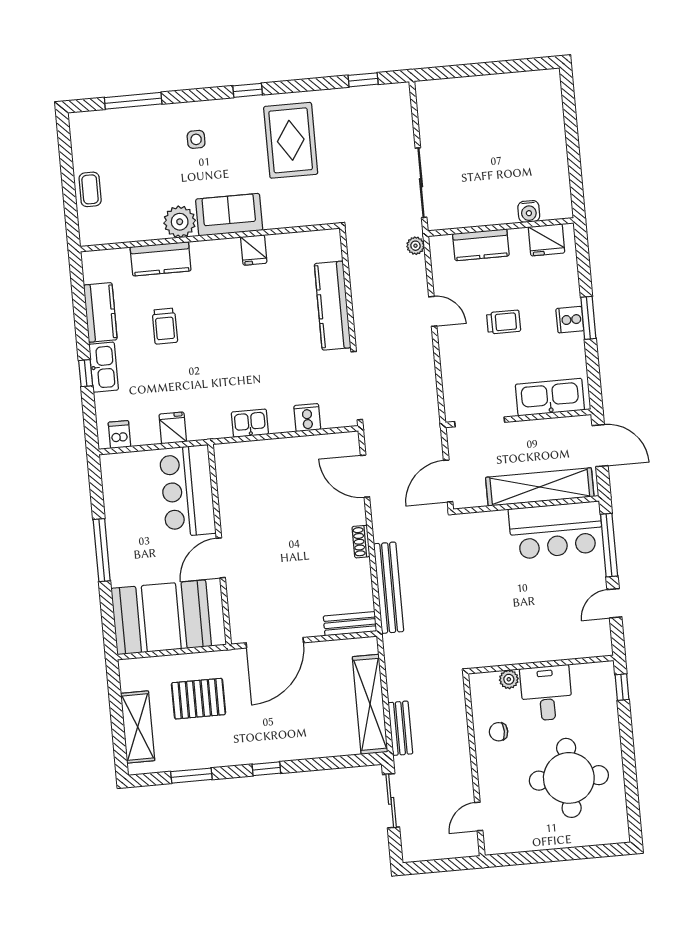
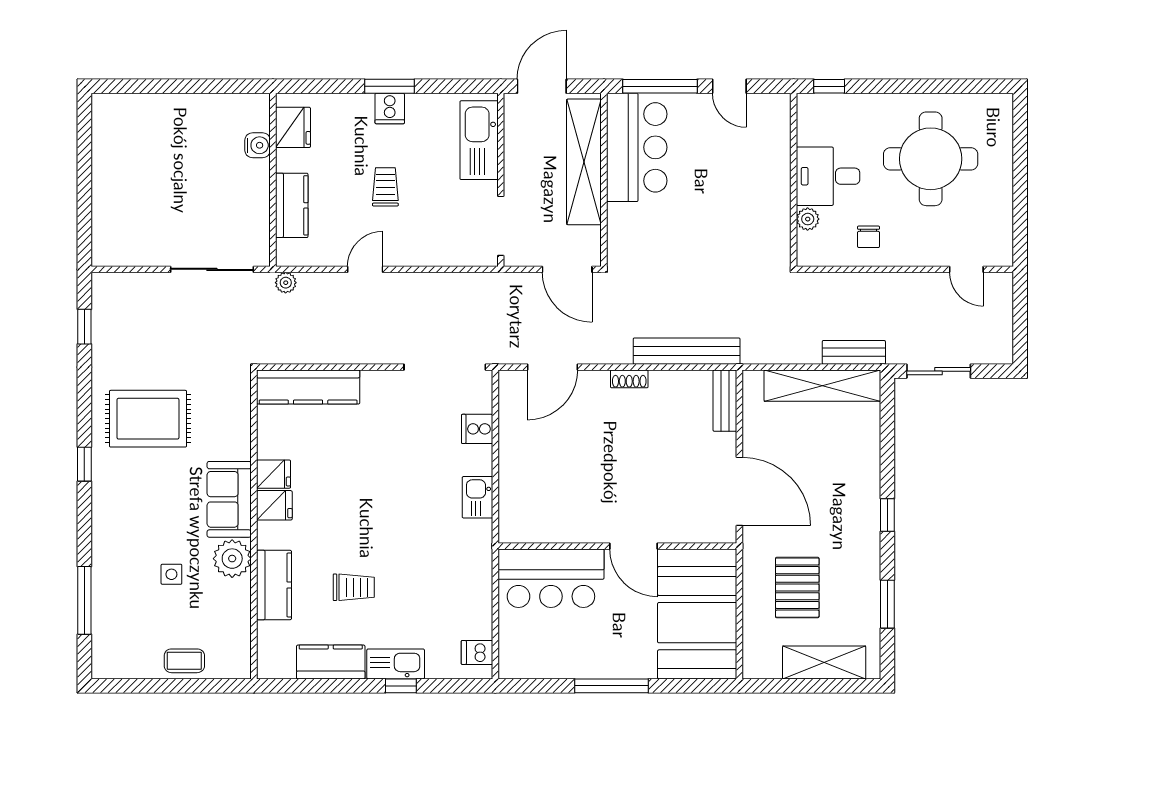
side table: (196, 139) -> (171, 574), moved
kitchen counter: (333, 306) -> (308, 387), moved
fridge: (173, 428) -> (274, 505), moved, turned 180

